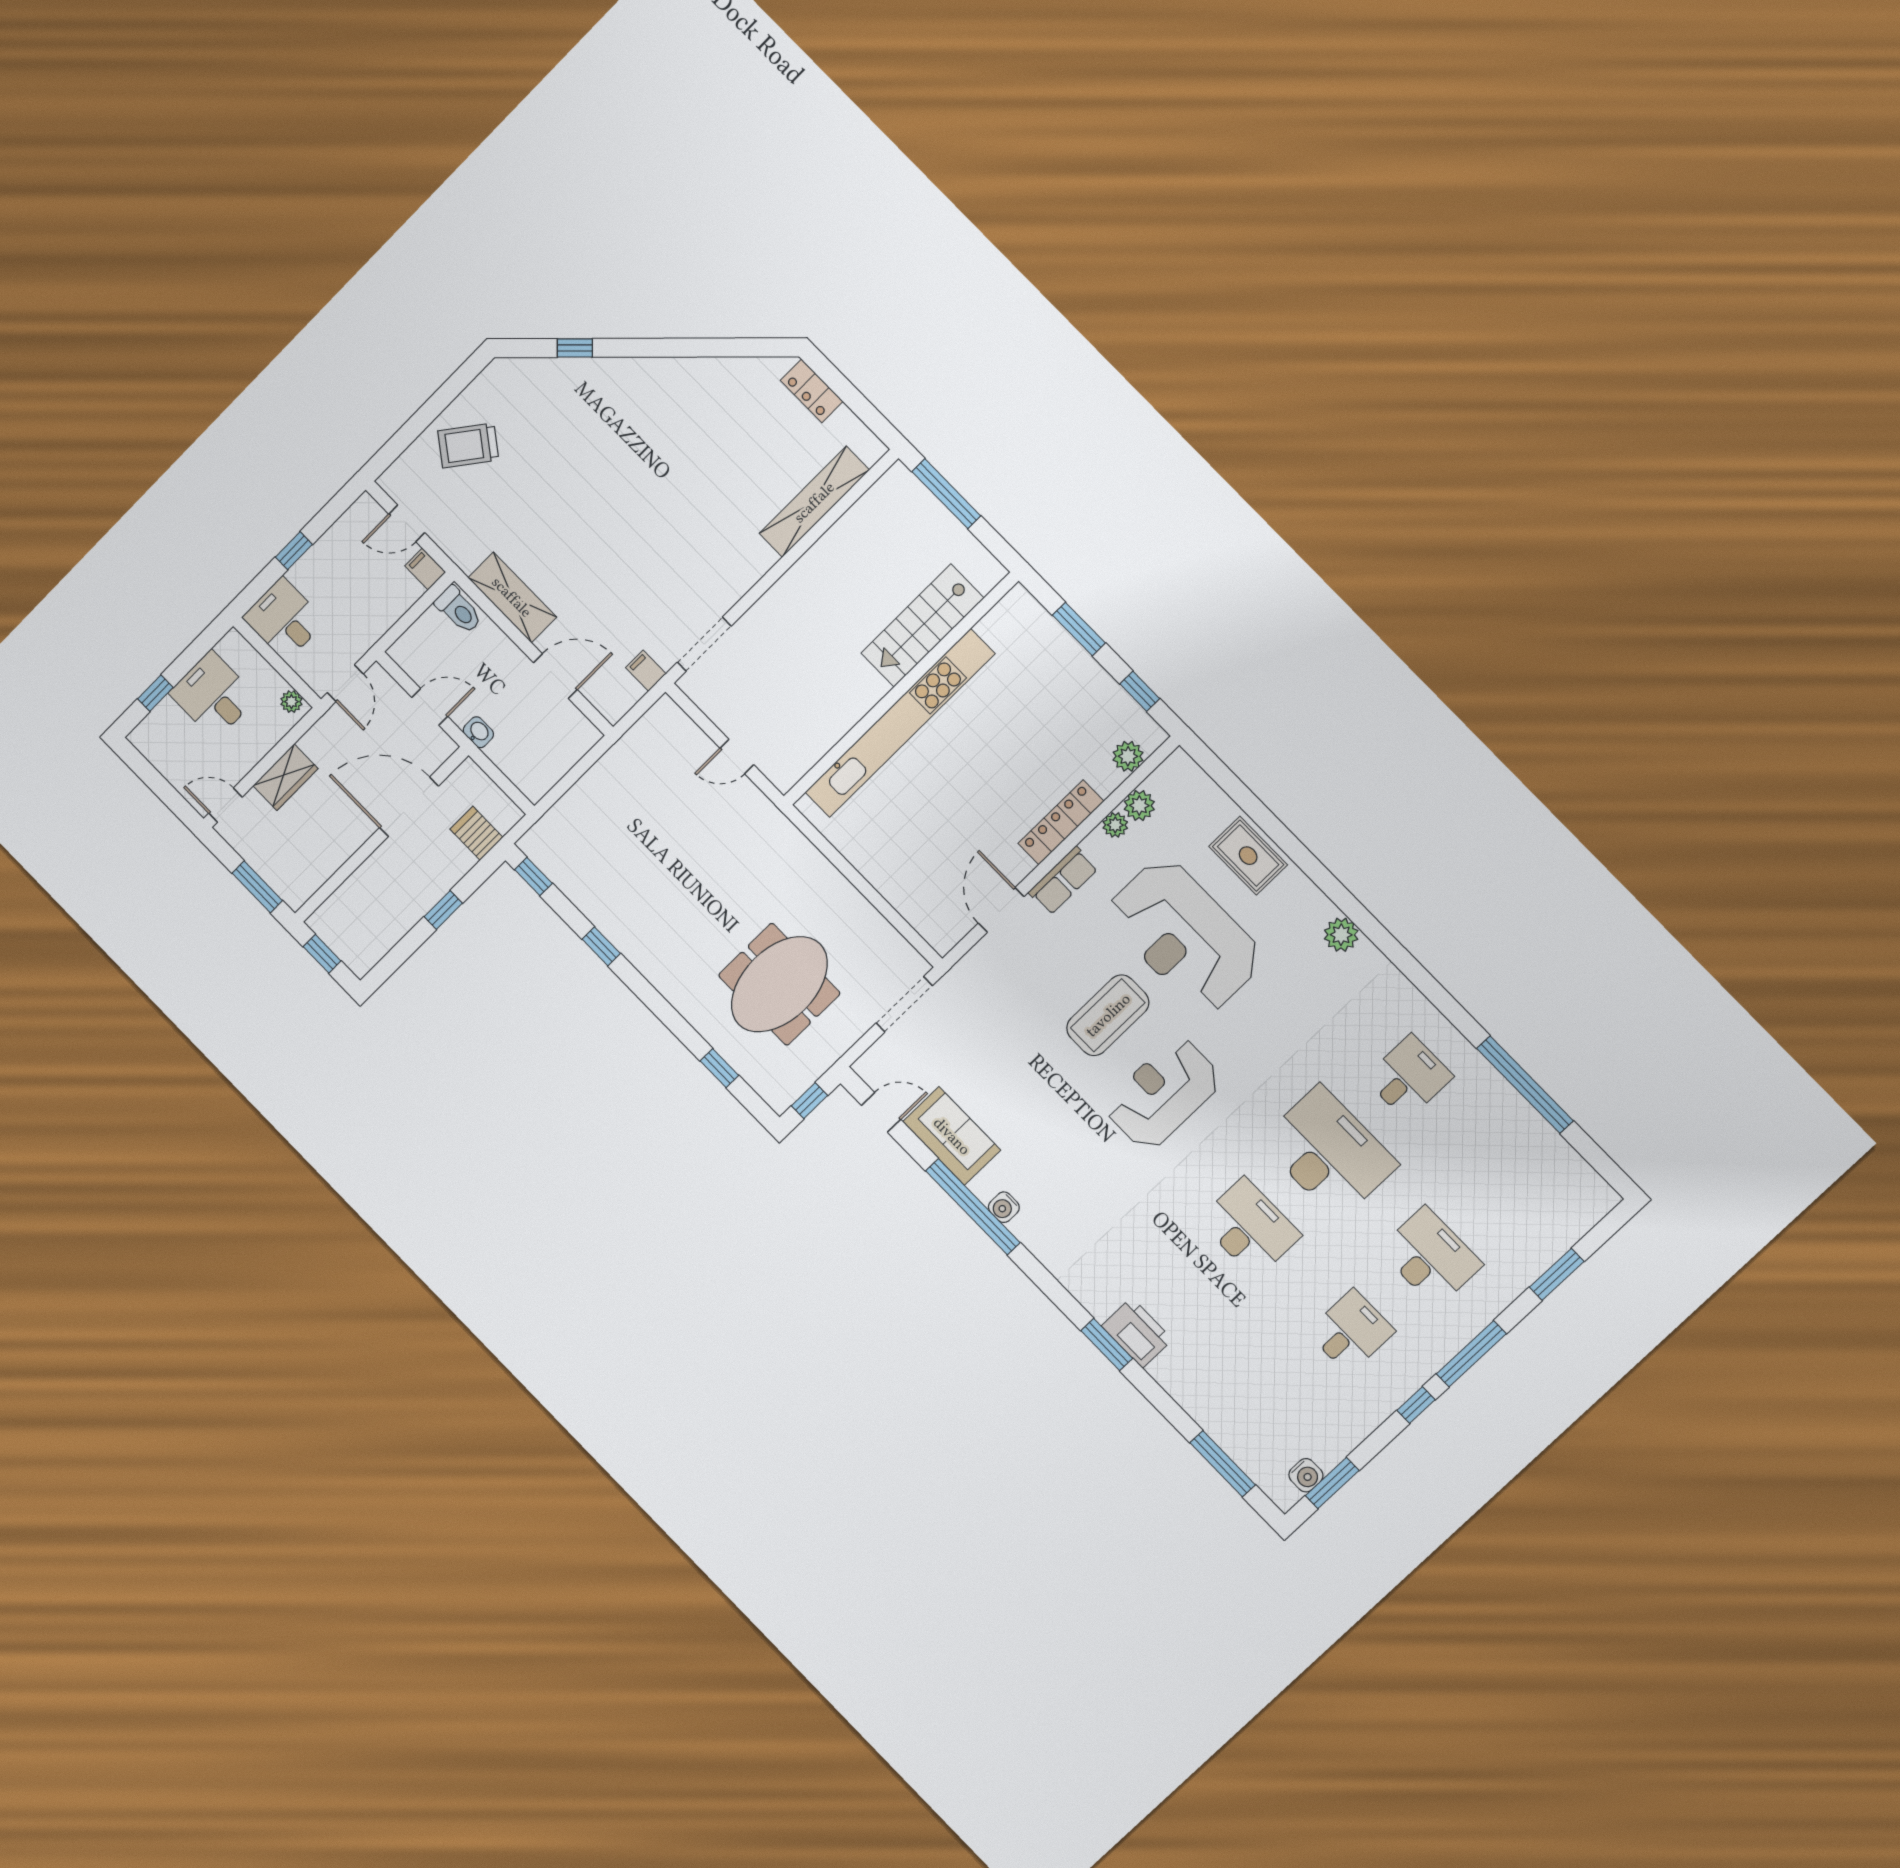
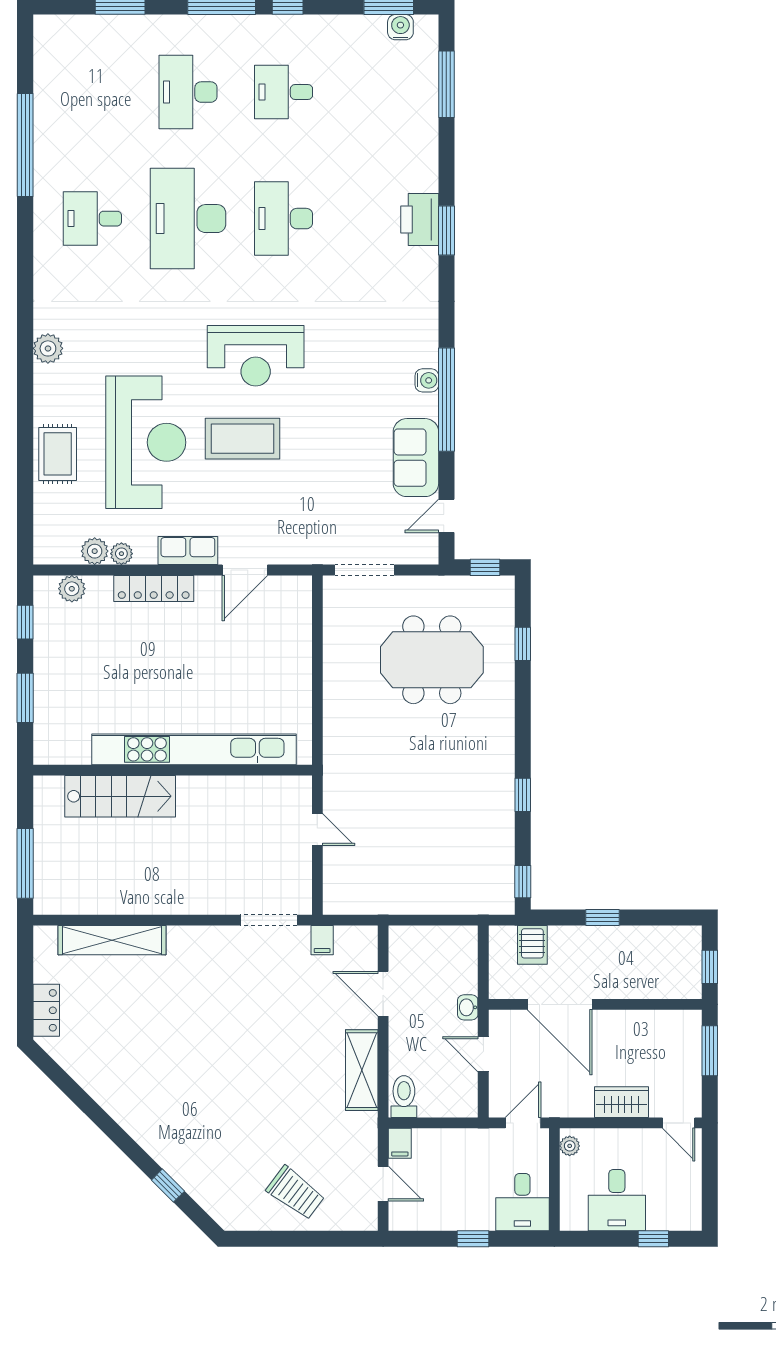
door: (881, 1112) -> (446, 516), hinge flipped

